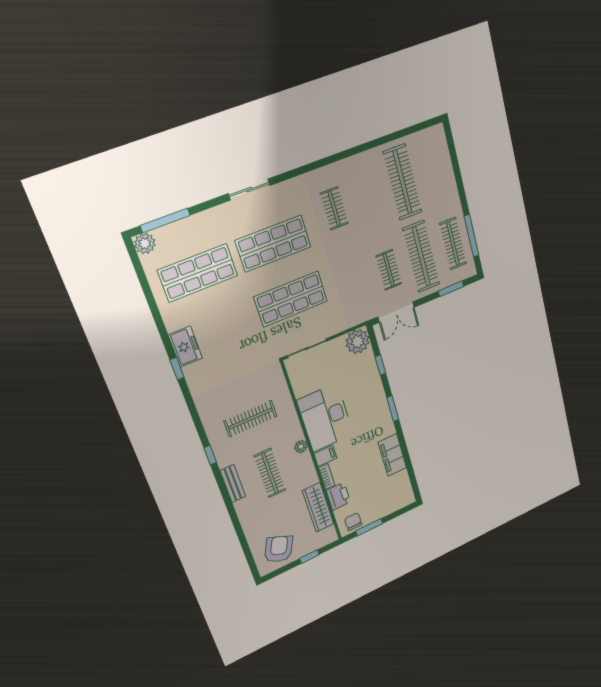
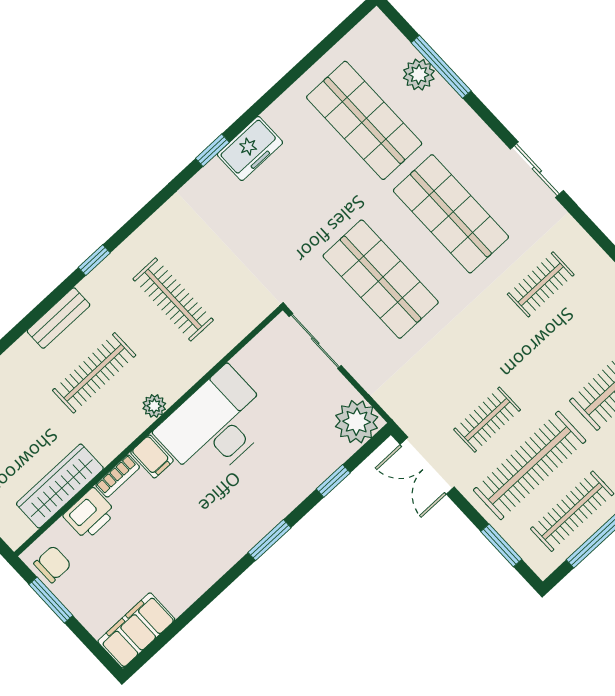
sliding door: (249, 189) -> (537, 170), moved
window: (165, 220) -> (441, 67), moved
plant: (145, 243) -> (419, 75), moved
filing cabinet: (392, 455) -> (136, 630), moved

